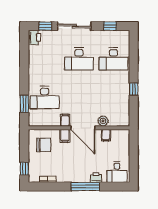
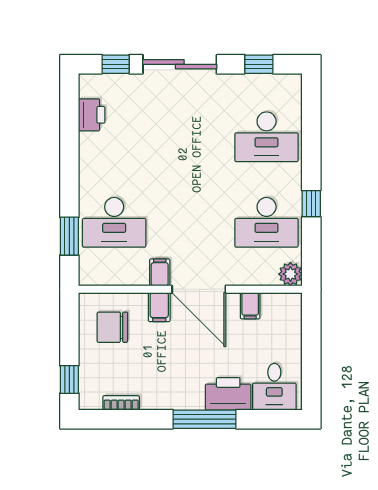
printer: (34, 37) -> (92, 115), moved
desk: (79, 59) -> (267, 222), moved
plant: (103, 121) -> (290, 274), moved
chair: (44, 145) -> (112, 327), turned 180
printer: (96, 177) -> (228, 394), width x1.87, depth x1.48

